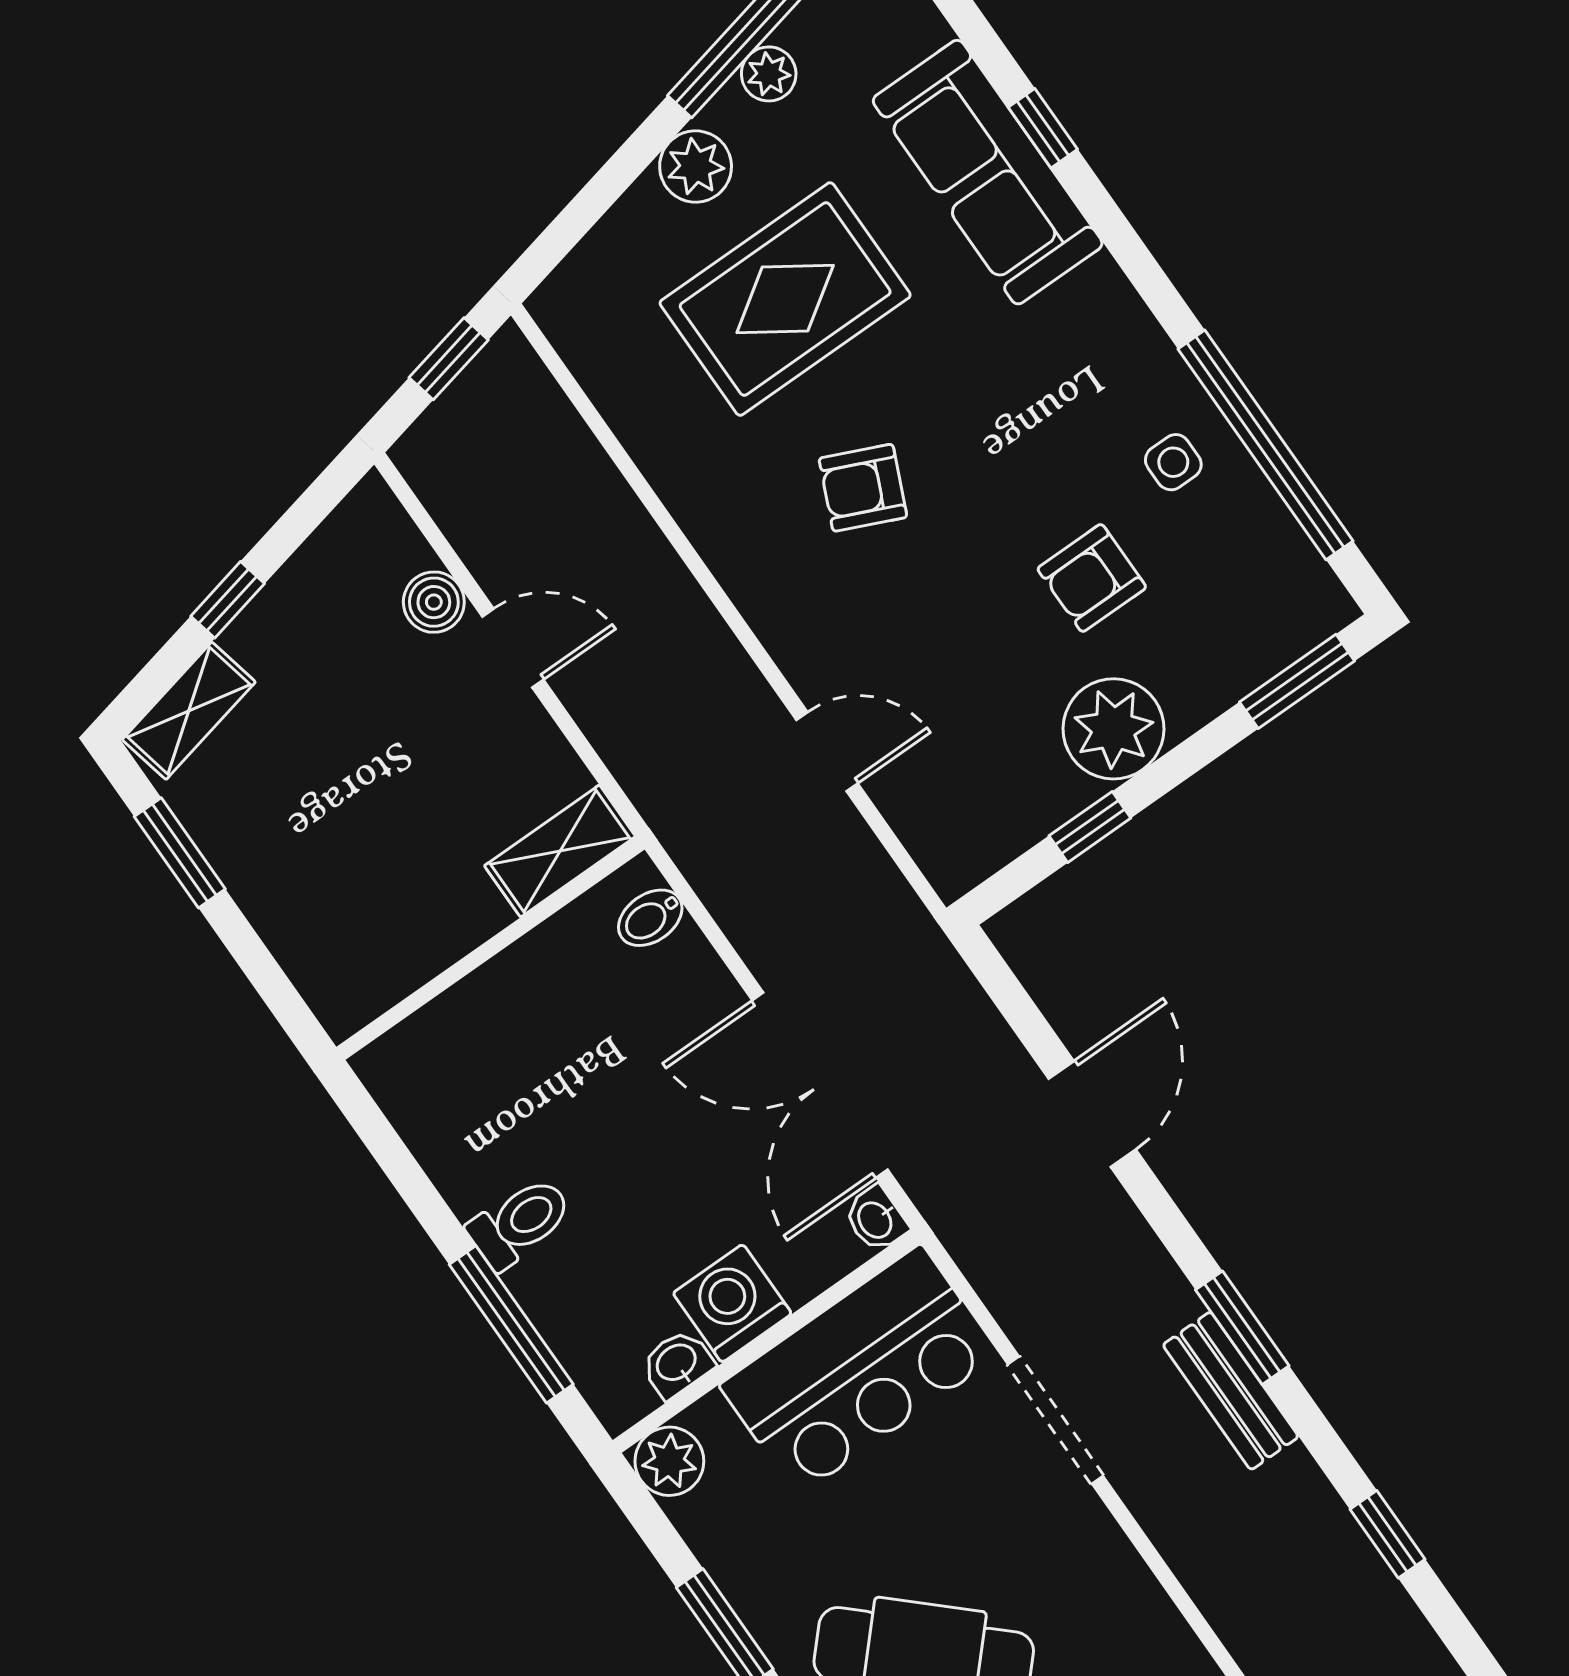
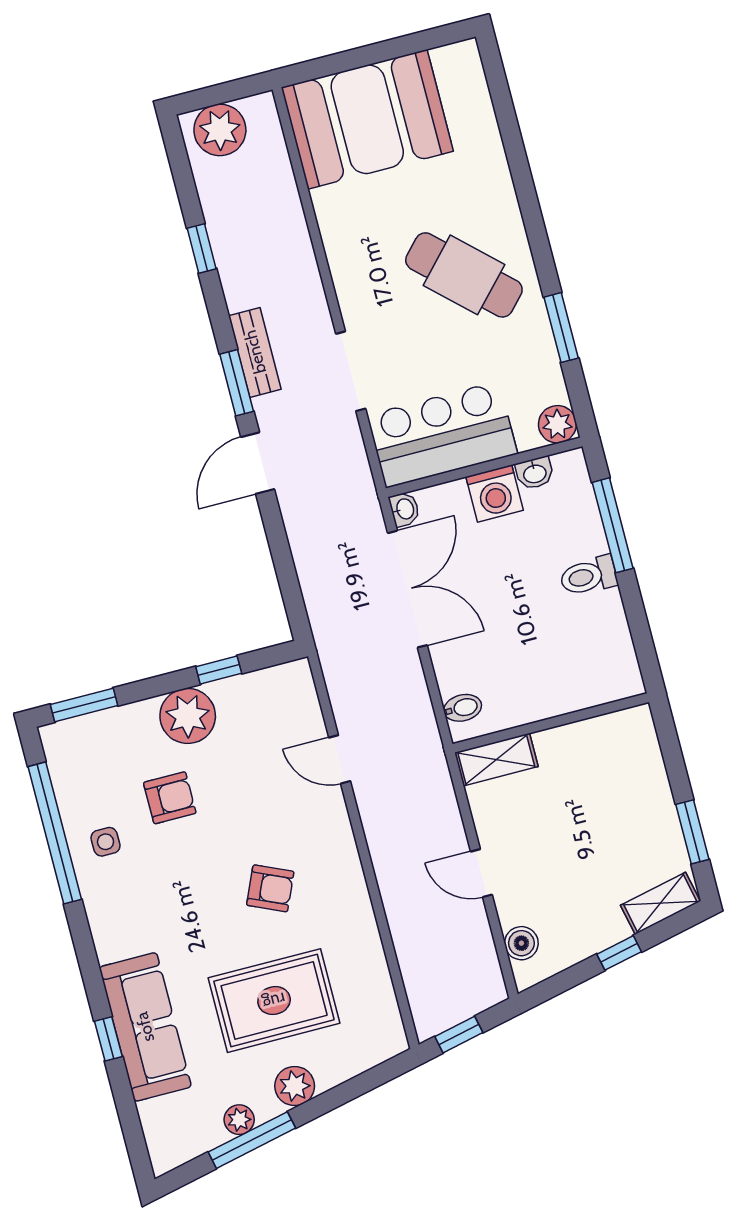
boiler: (434, 602) -> (521, 943), moved
door: (1092, 1114) -> (258, 463), moved

